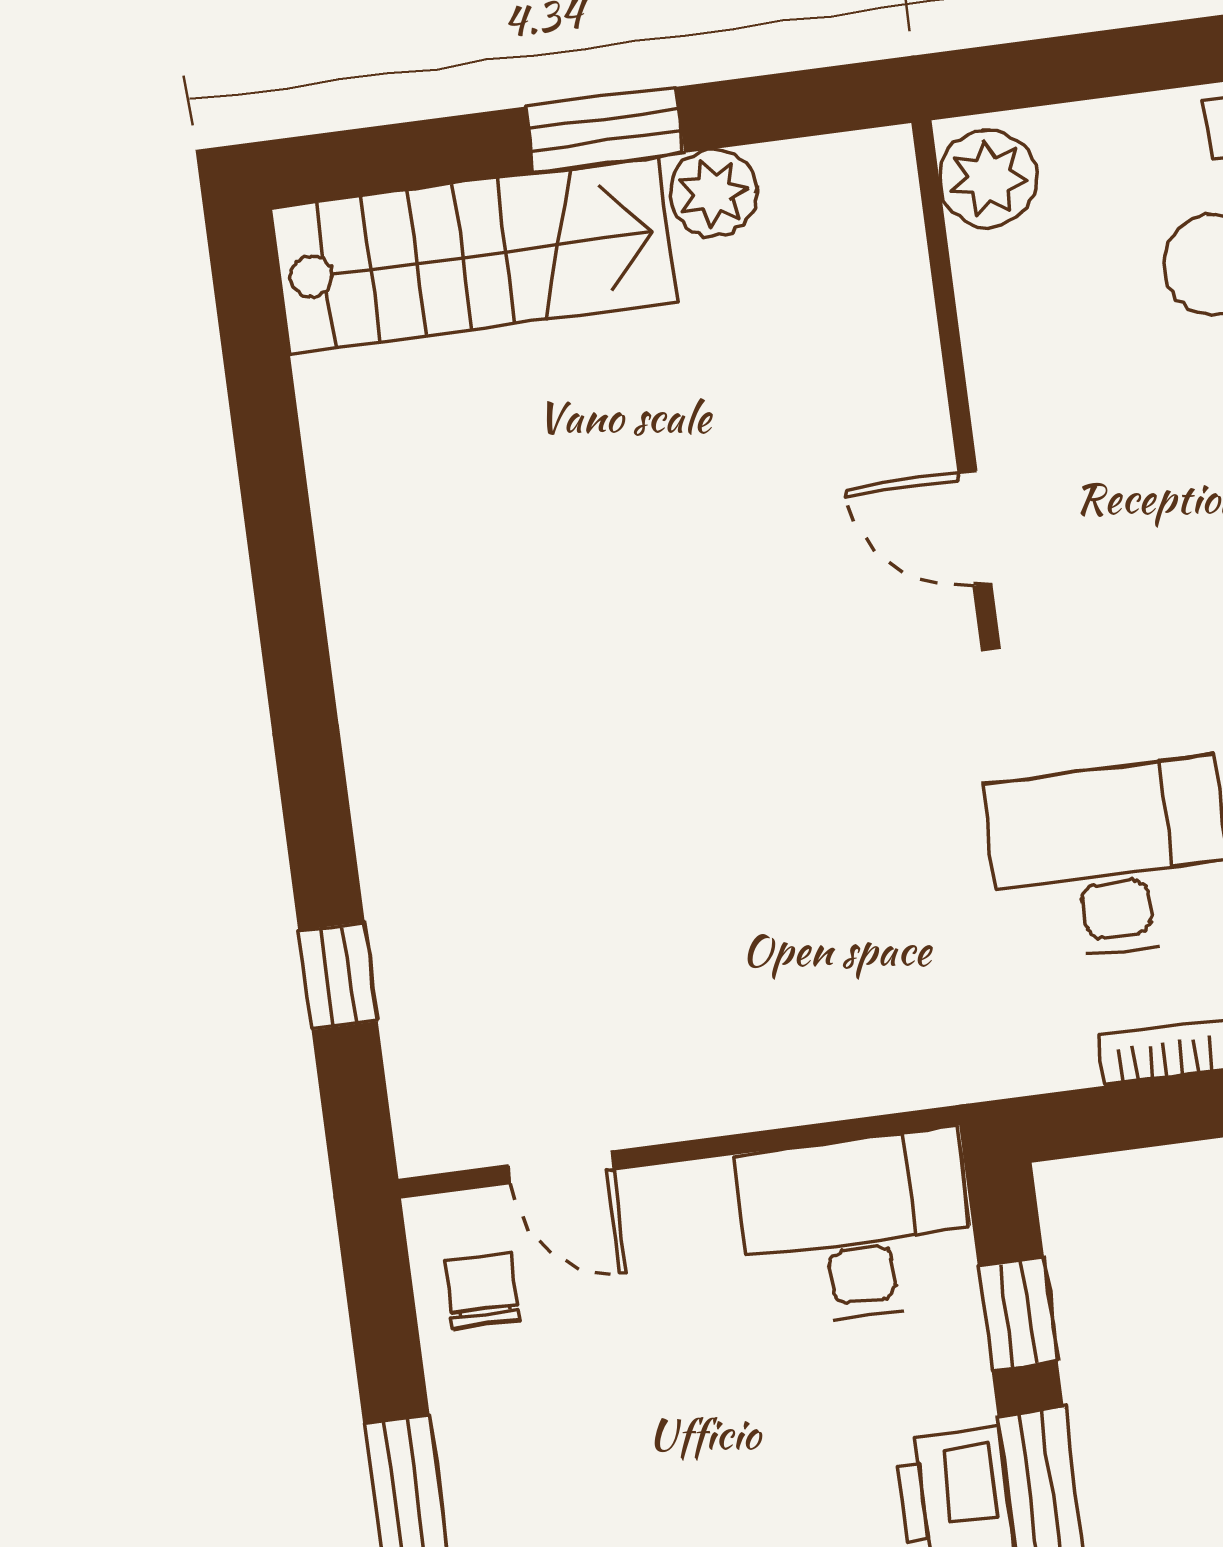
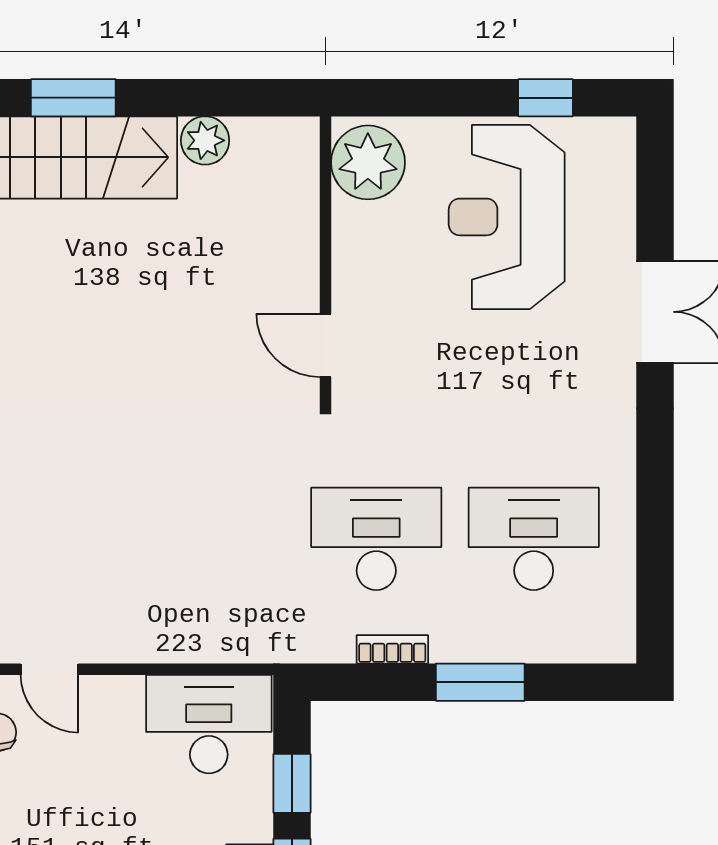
window: (605, 130) -> (73, 98), moved
plant: (988, 178) -> (368, 162), width x1.36, depth x1.36

